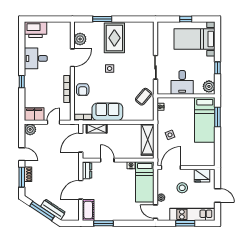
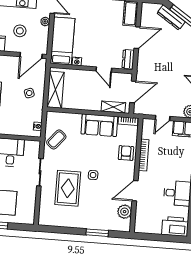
rug: (114, 38) -> (68, 188), moved

